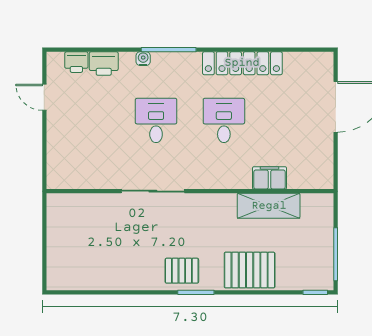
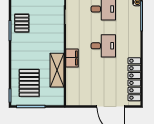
locker: (242, 63) -> (134, 79), moved
filing cabinet: (269, 178) -> (72, 58), moved
pallet: (250, 270) -> (29, 83), moved

